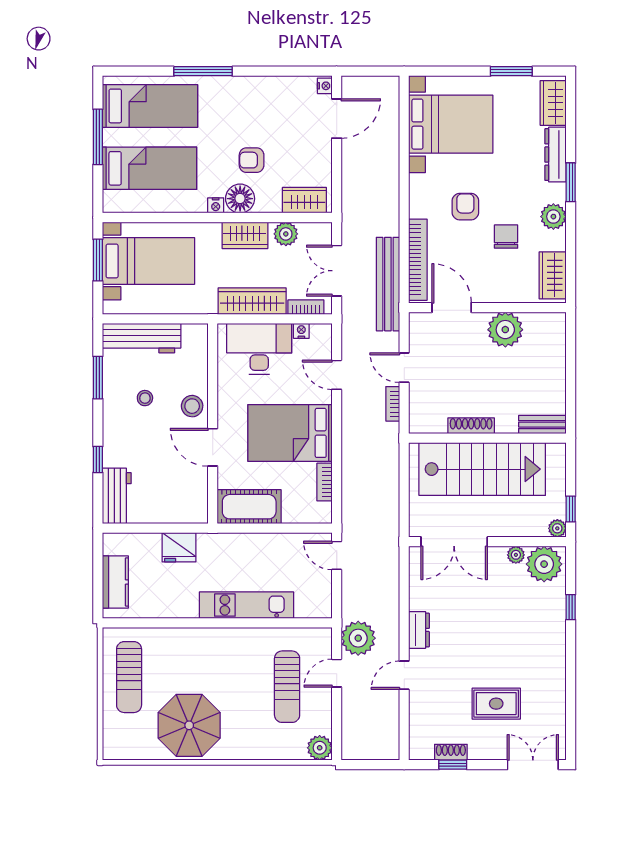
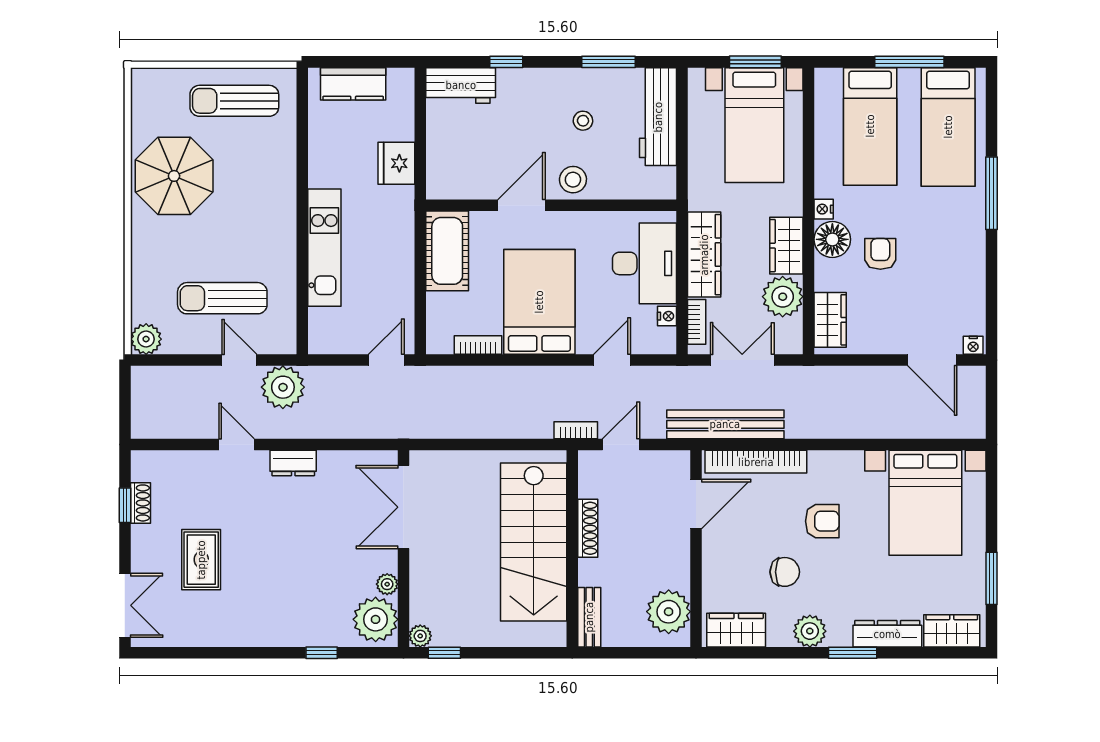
plant: (286, 234) -> (783, 297), width x1.36, depth x1.36
plant: (505, 330) -> (669, 612), moved
bench: (542, 425) -> (589, 617), moved
shoe rack: (471, 426) -> (588, 528), moved
wall: (487, 438) -> (572, 549), moved
stairs: (482, 469) -> (534, 542), moved

